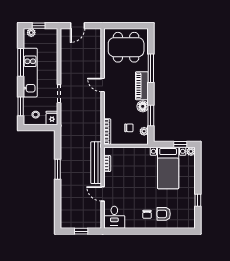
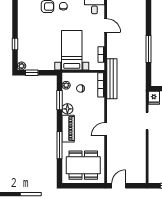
door: (78, 26) -> (119, 186), moved
door: (103, 85) -> (106, 129), swing flipped
bench: (96, 163) -> (112, 79), moved
bed with nightstands: (168, 168) -> (72, 50), moved
window: (58, 169) -> (148, 49), width x1.44
window: (198, 200) -> (15, 44), moved

